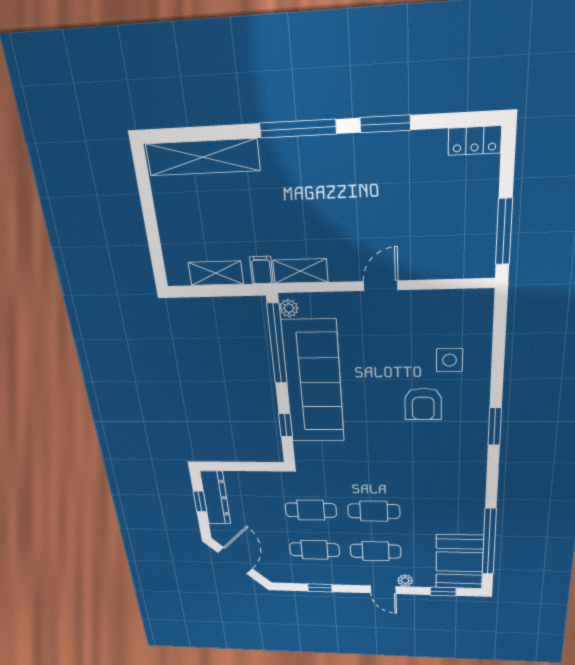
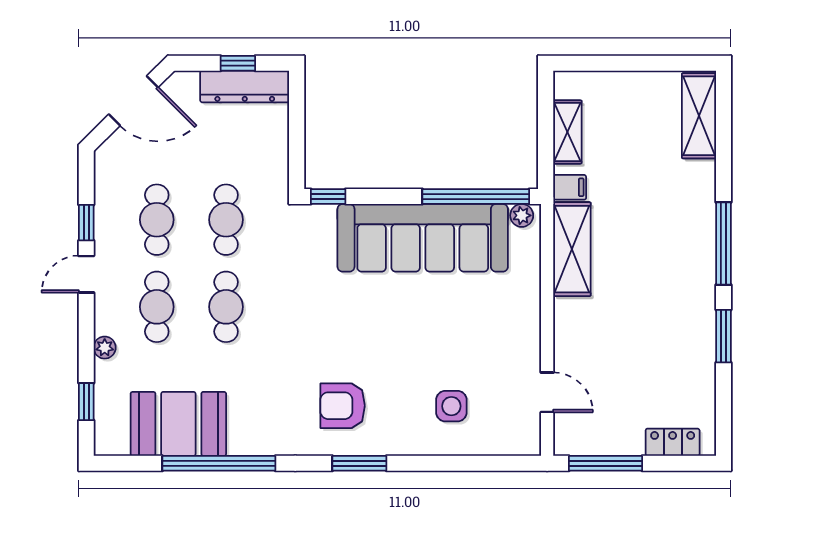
locker: (475, 141) -> (673, 442), moved, turned 90
shelving: (203, 157) -> (699, 116), width x0.68
shelving: (300, 271) -> (572, 249), width x1.50, depth x1.33
door: (381, 286) -> (547, 392), moved
armchair: (423, 404) -> (343, 406), moved
window: (285, 425) -> (328, 197), moved
window: (489, 542) -> (219, 463), moved
booth: (459, 562) -> (178, 424), moved
door: (383, 590) -> (86, 274), moved

